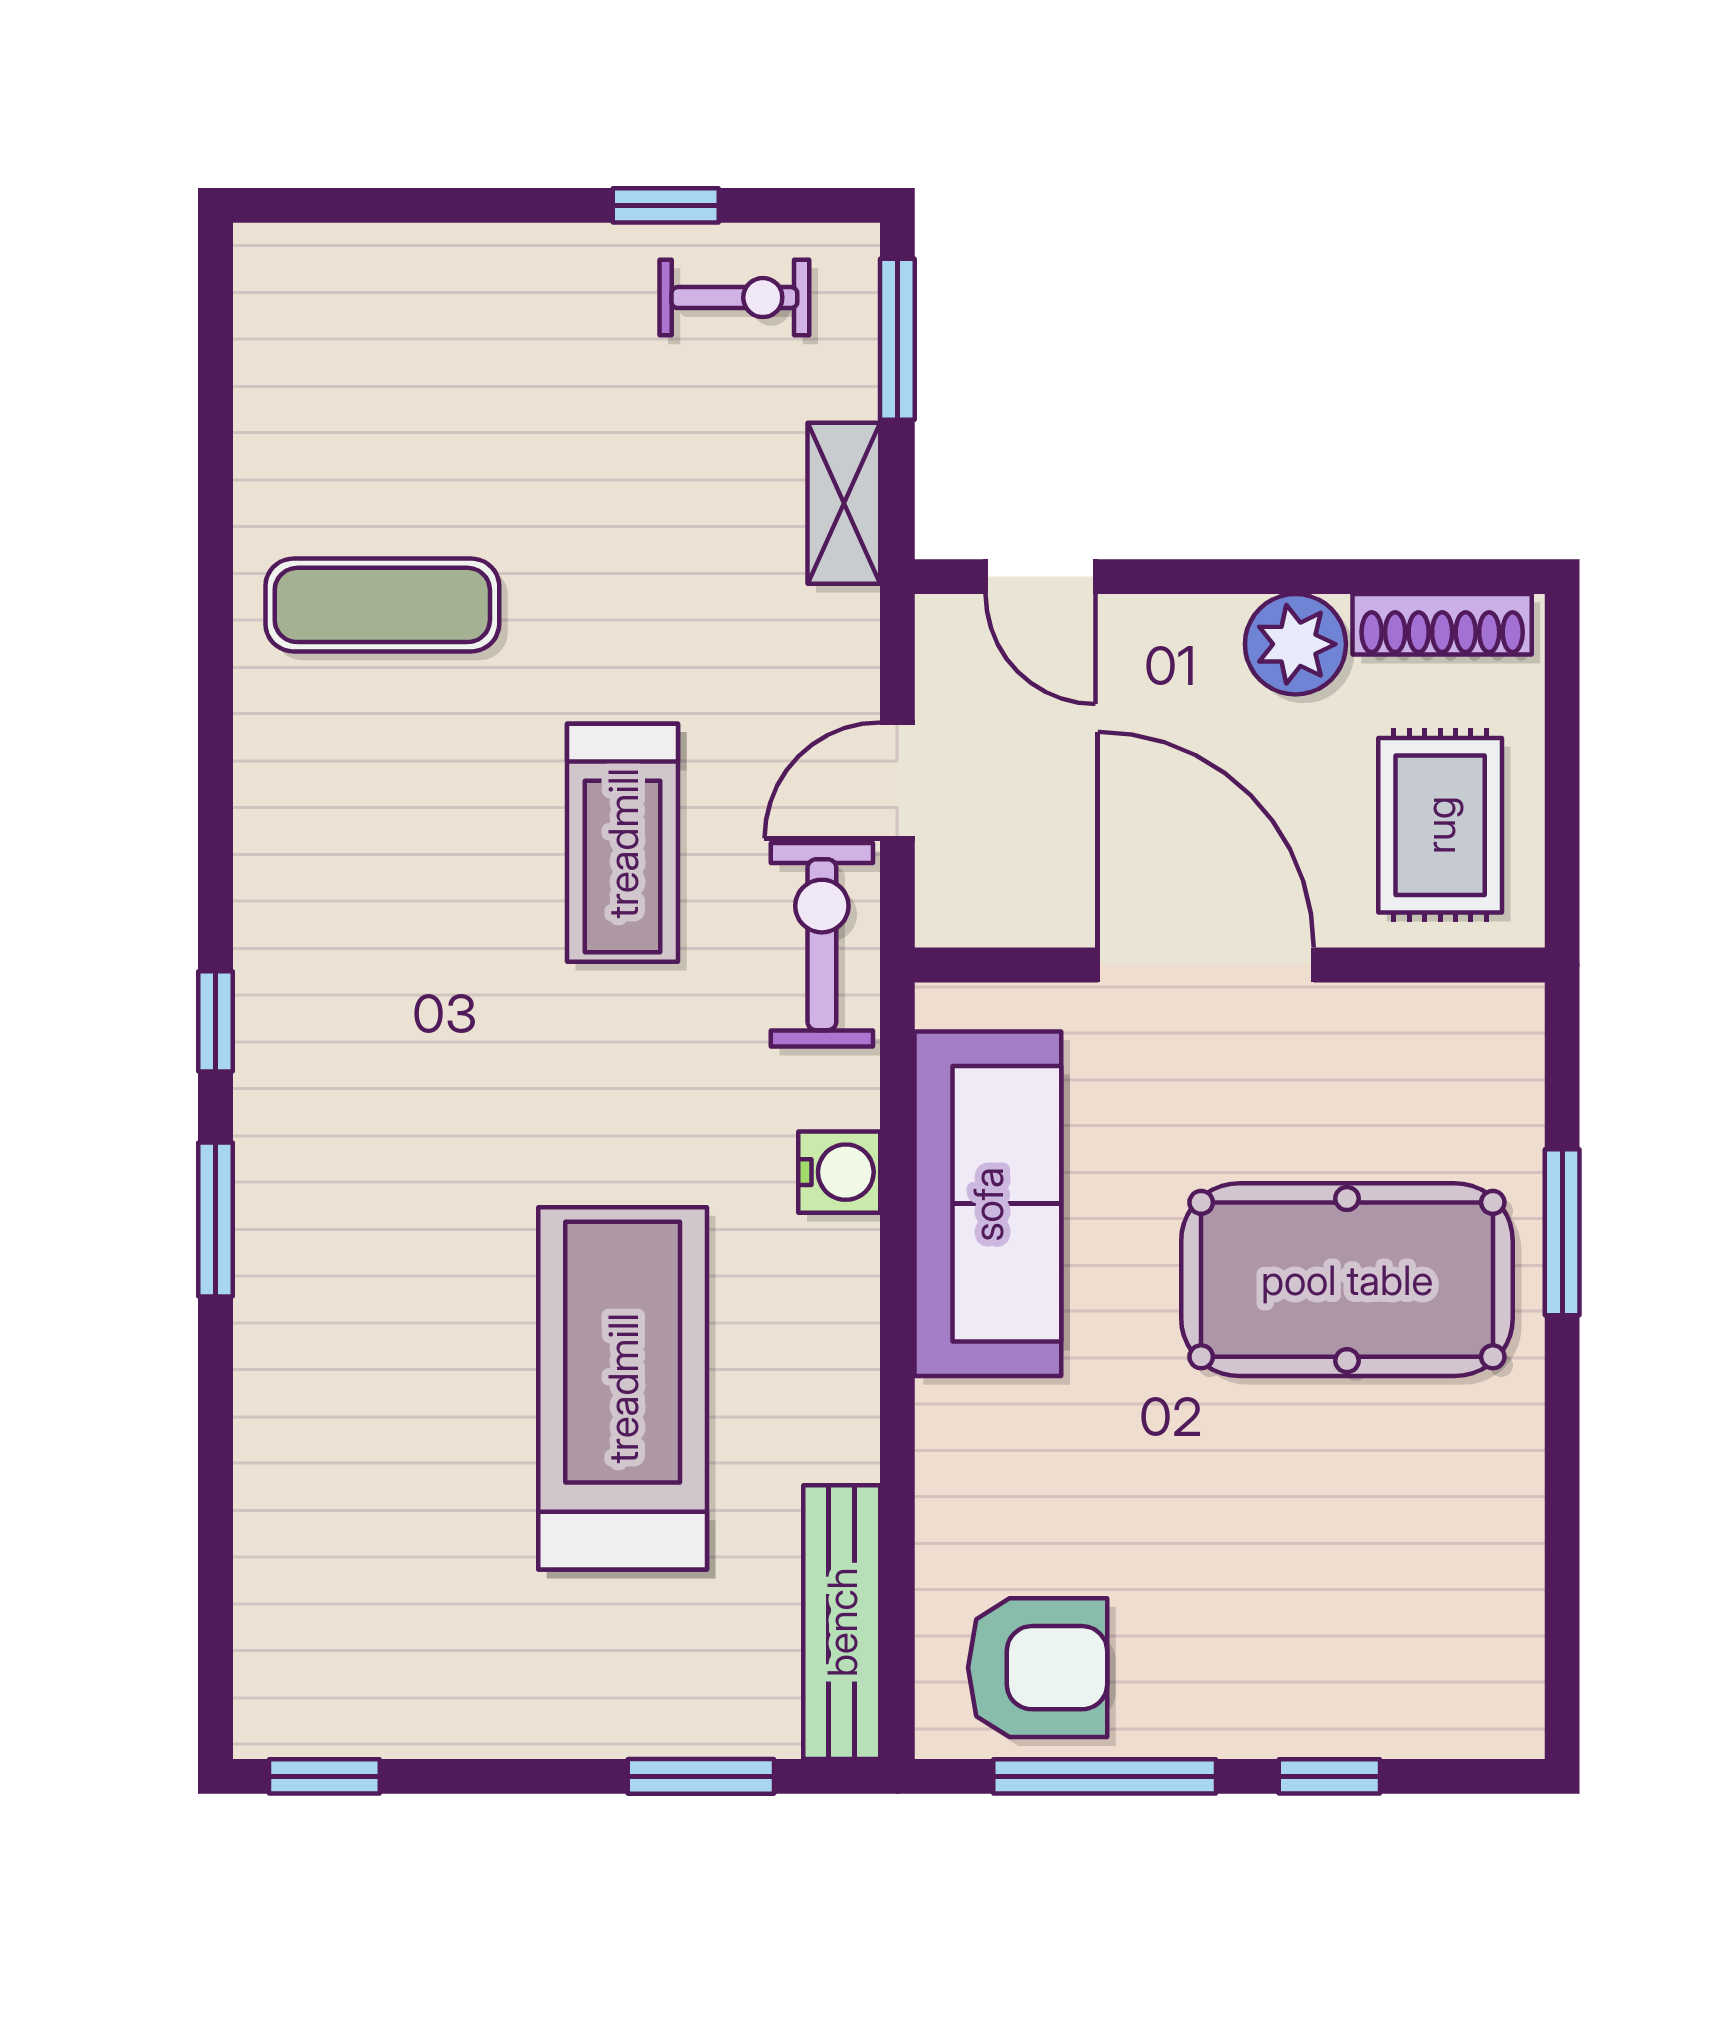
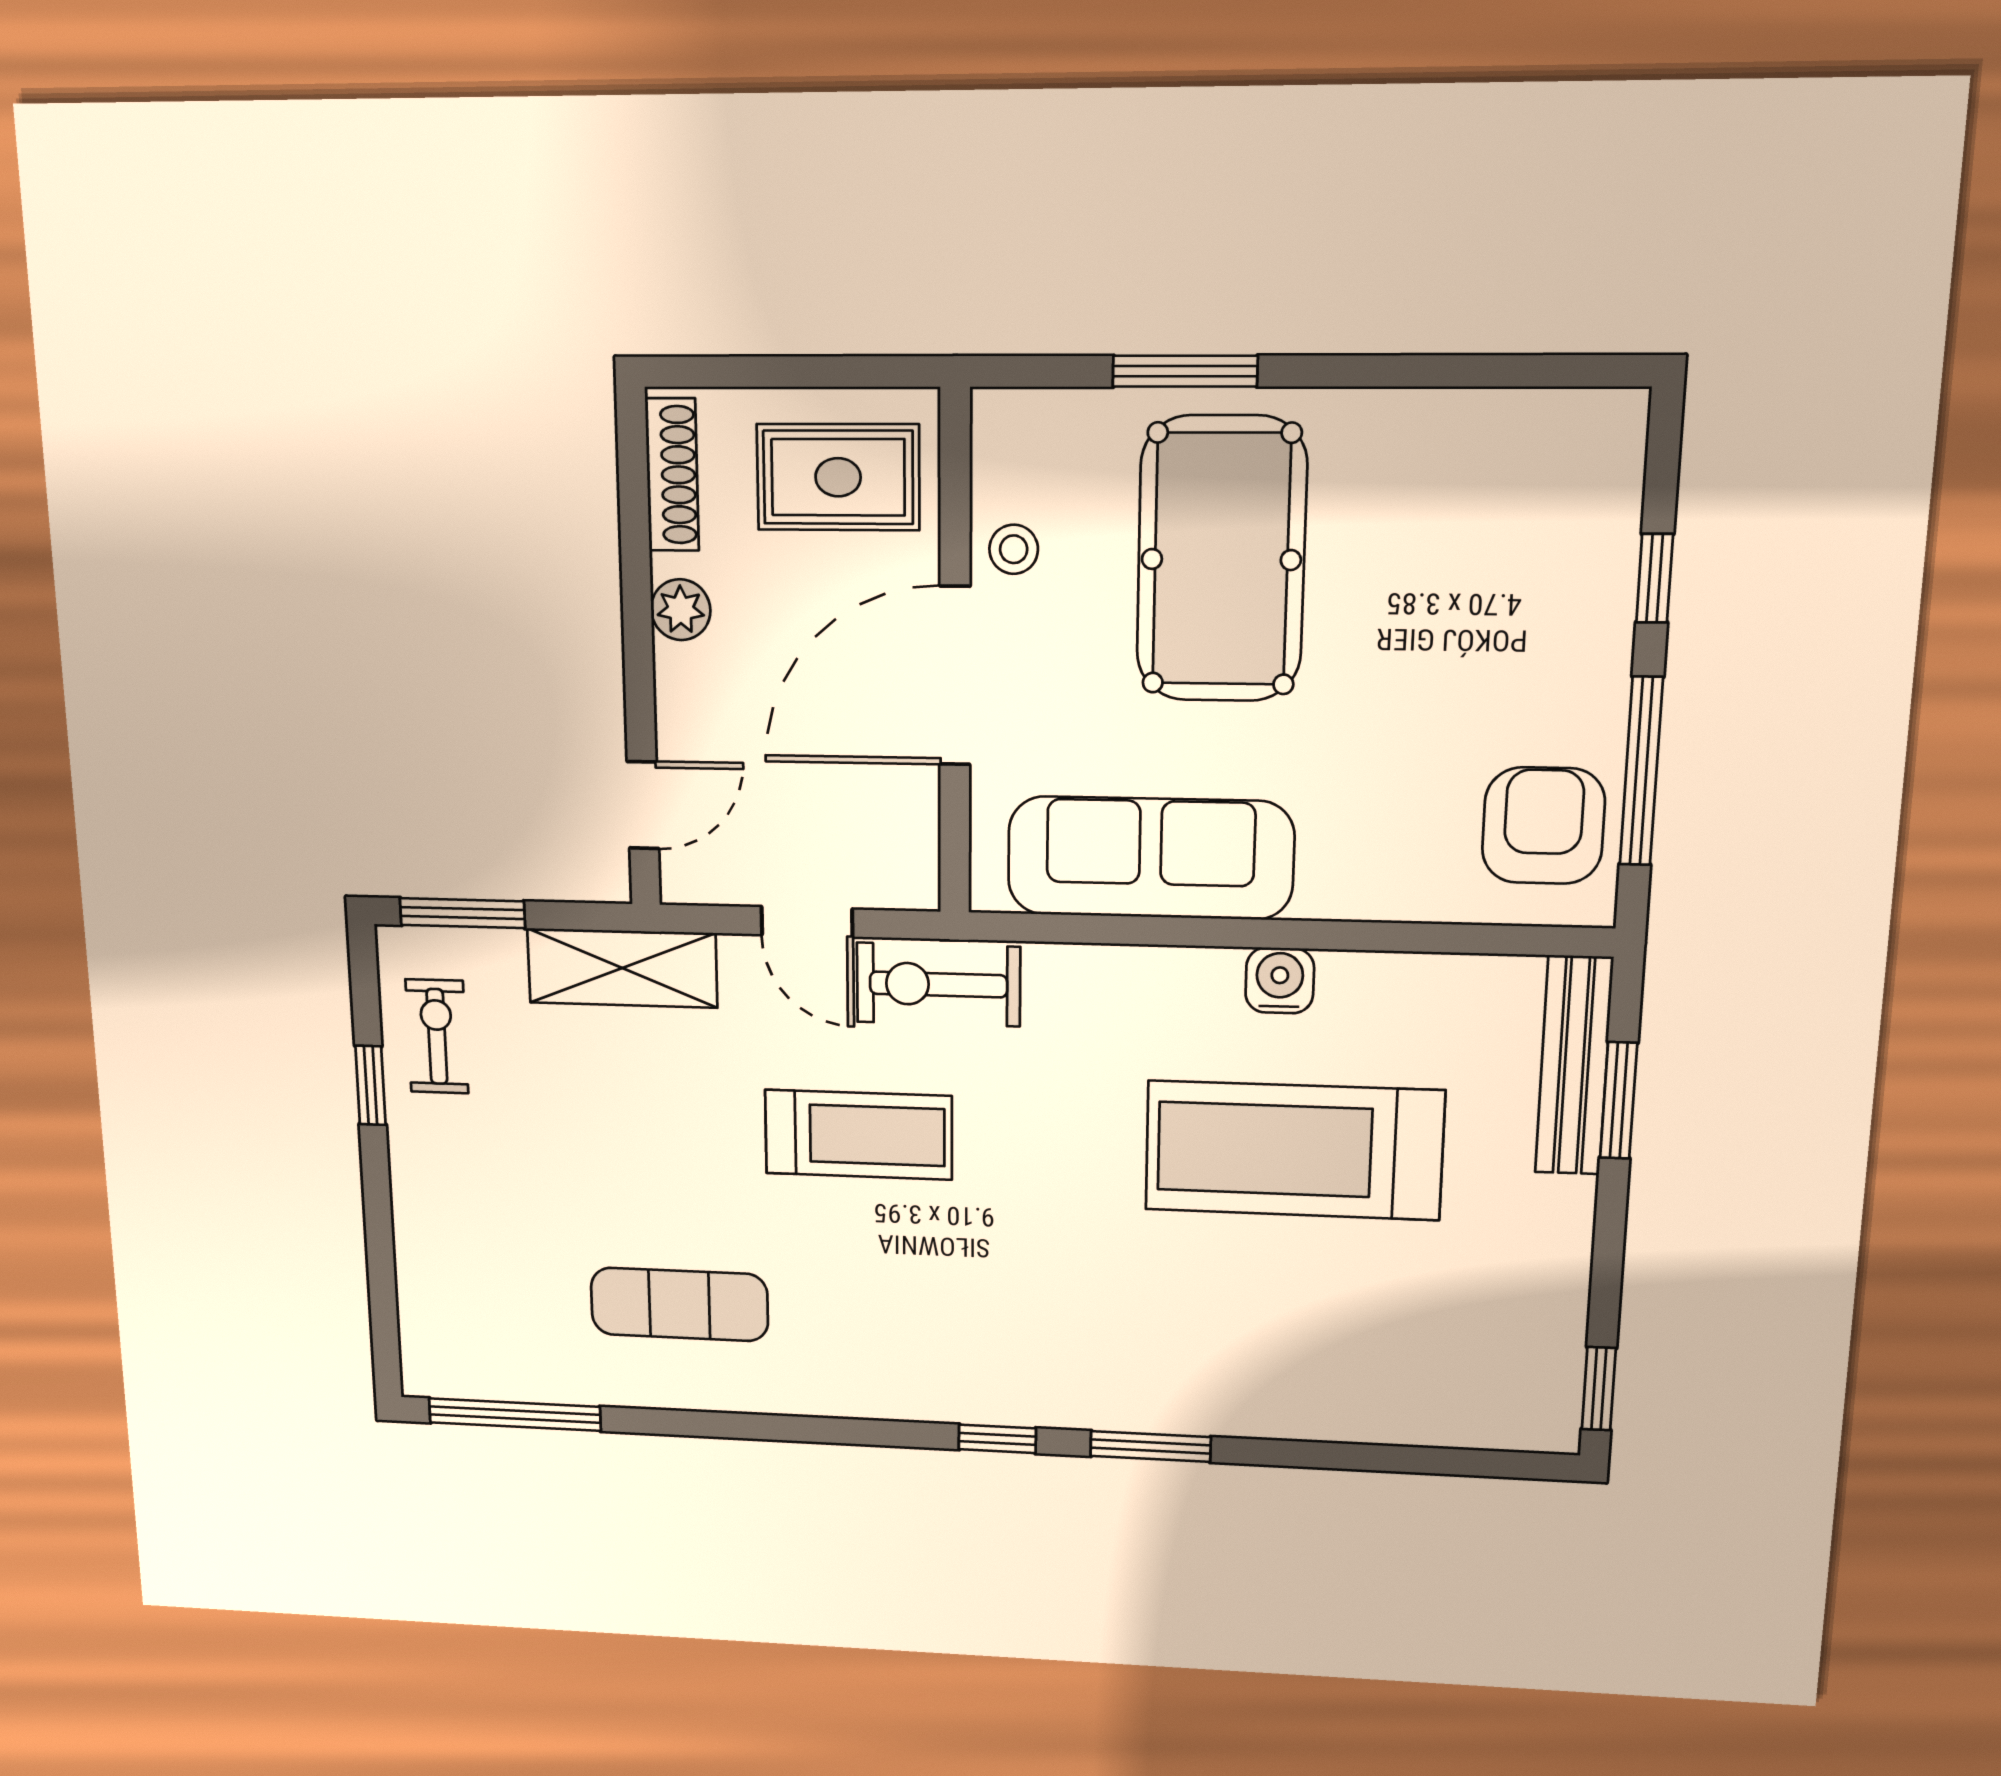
window: (215, 378) -> (515, 1415), added
shelving: (844, 503) -> (622, 968), width x1.50, depth x1.33
exercise mat: (382, 605) -> (679, 1304), turned 90
plant: (1295, 644) -> (681, 610), width x0.73, depth x0.73
stool: (1357, 1035) -> (1014, 549), added
water cooler: (839, 1172) -> (1280, 980), moved
bench: (842, 1622) -> (1574, 1066), moved, turned 90

